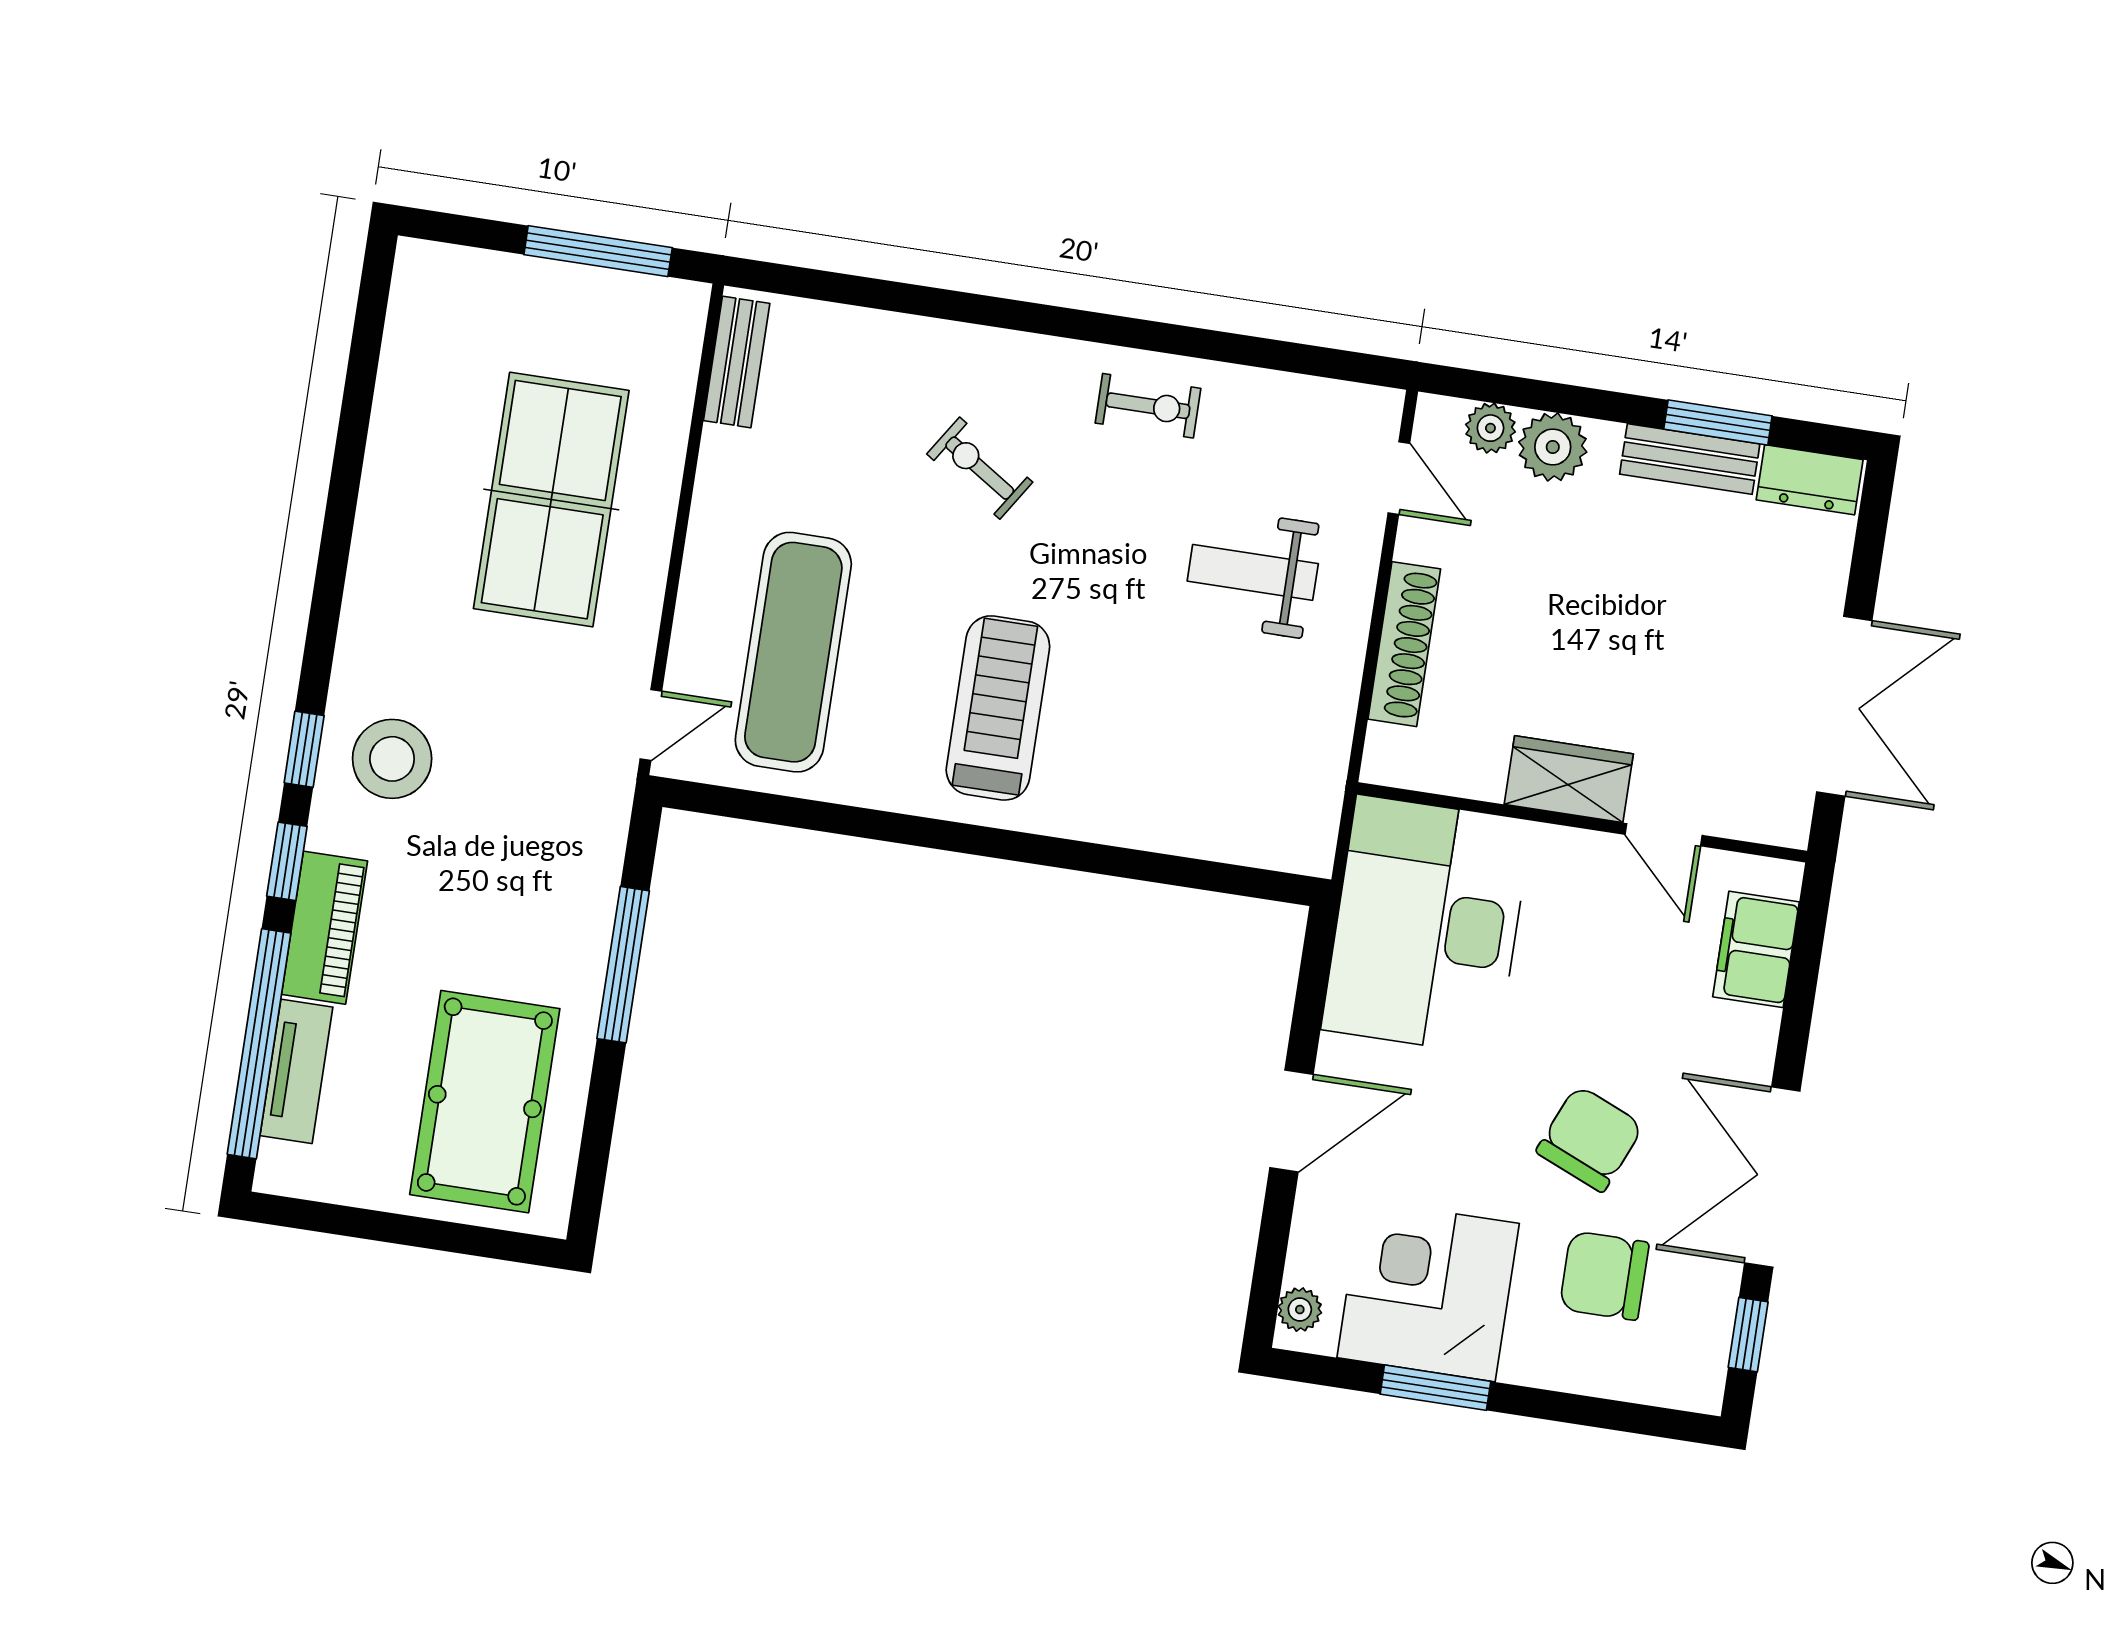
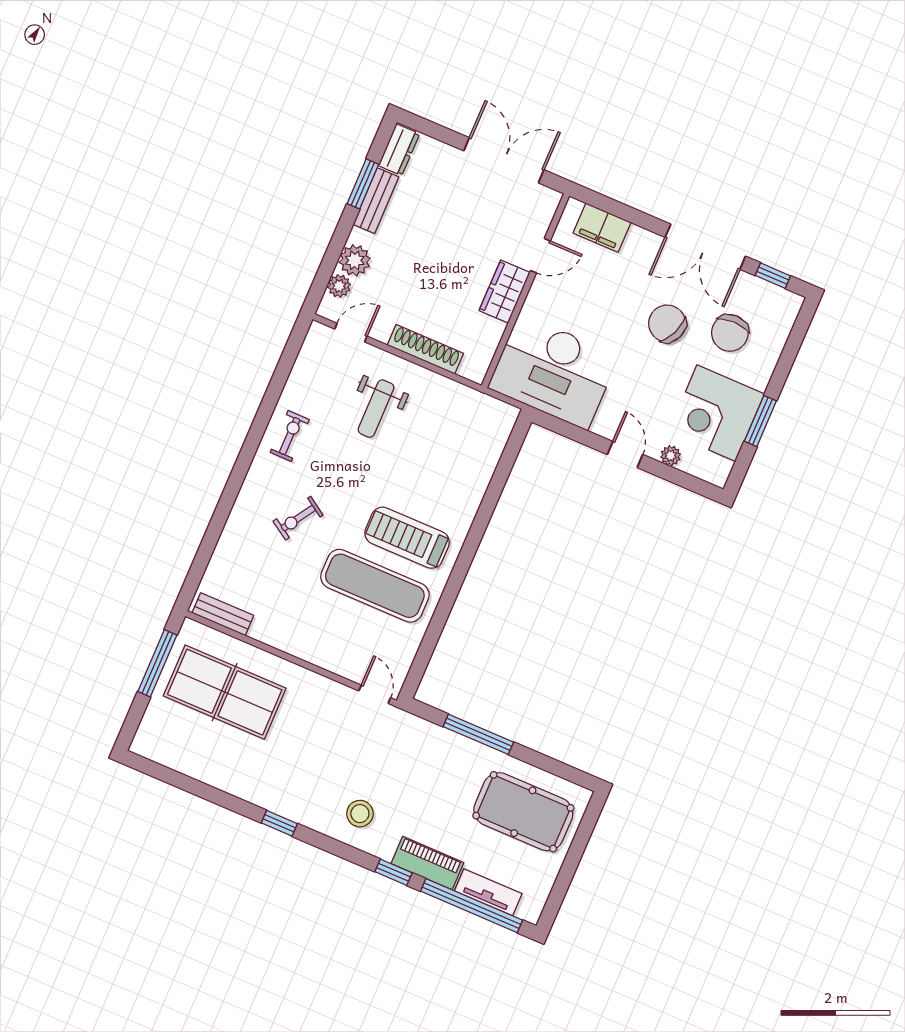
table tennis table: (551, 500) -> (225, 692), moved
exercise mat: (793, 652) -> (375, 586), moved
window: (304, 749) -> (279, 823), moved
stool: (392, 759) -> (360, 814), width x0.73, depth x0.73
door: (1291, 1121) -> (625, 454), width x0.73
plant: (1300, 1310) -> (671, 456), moved

